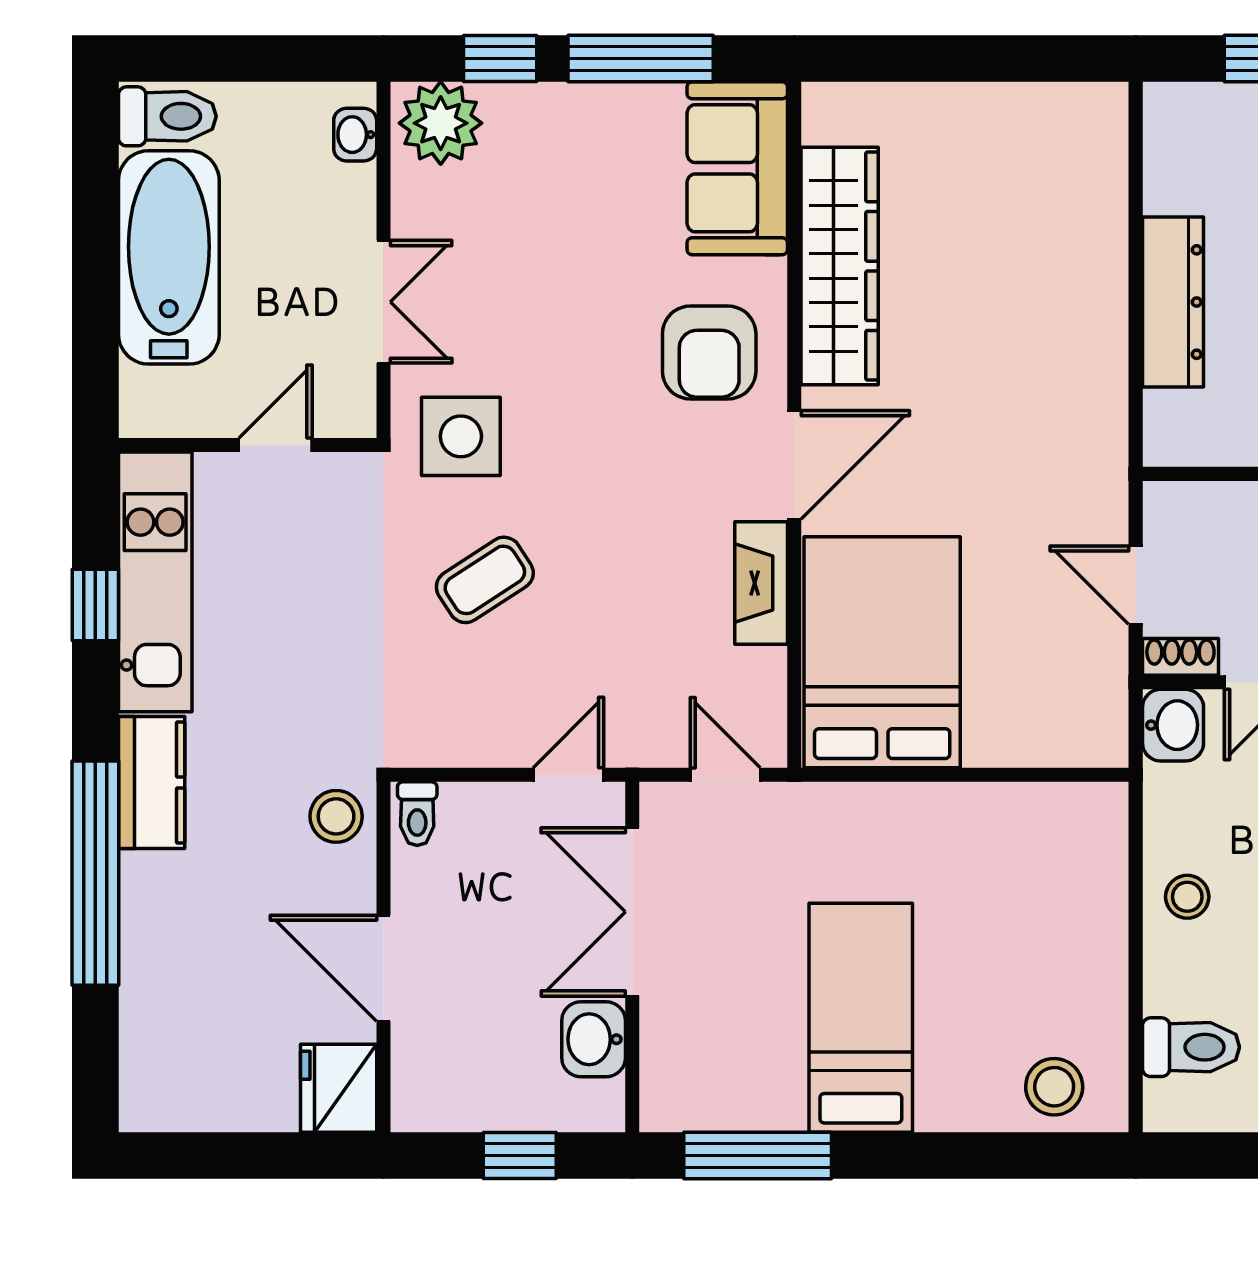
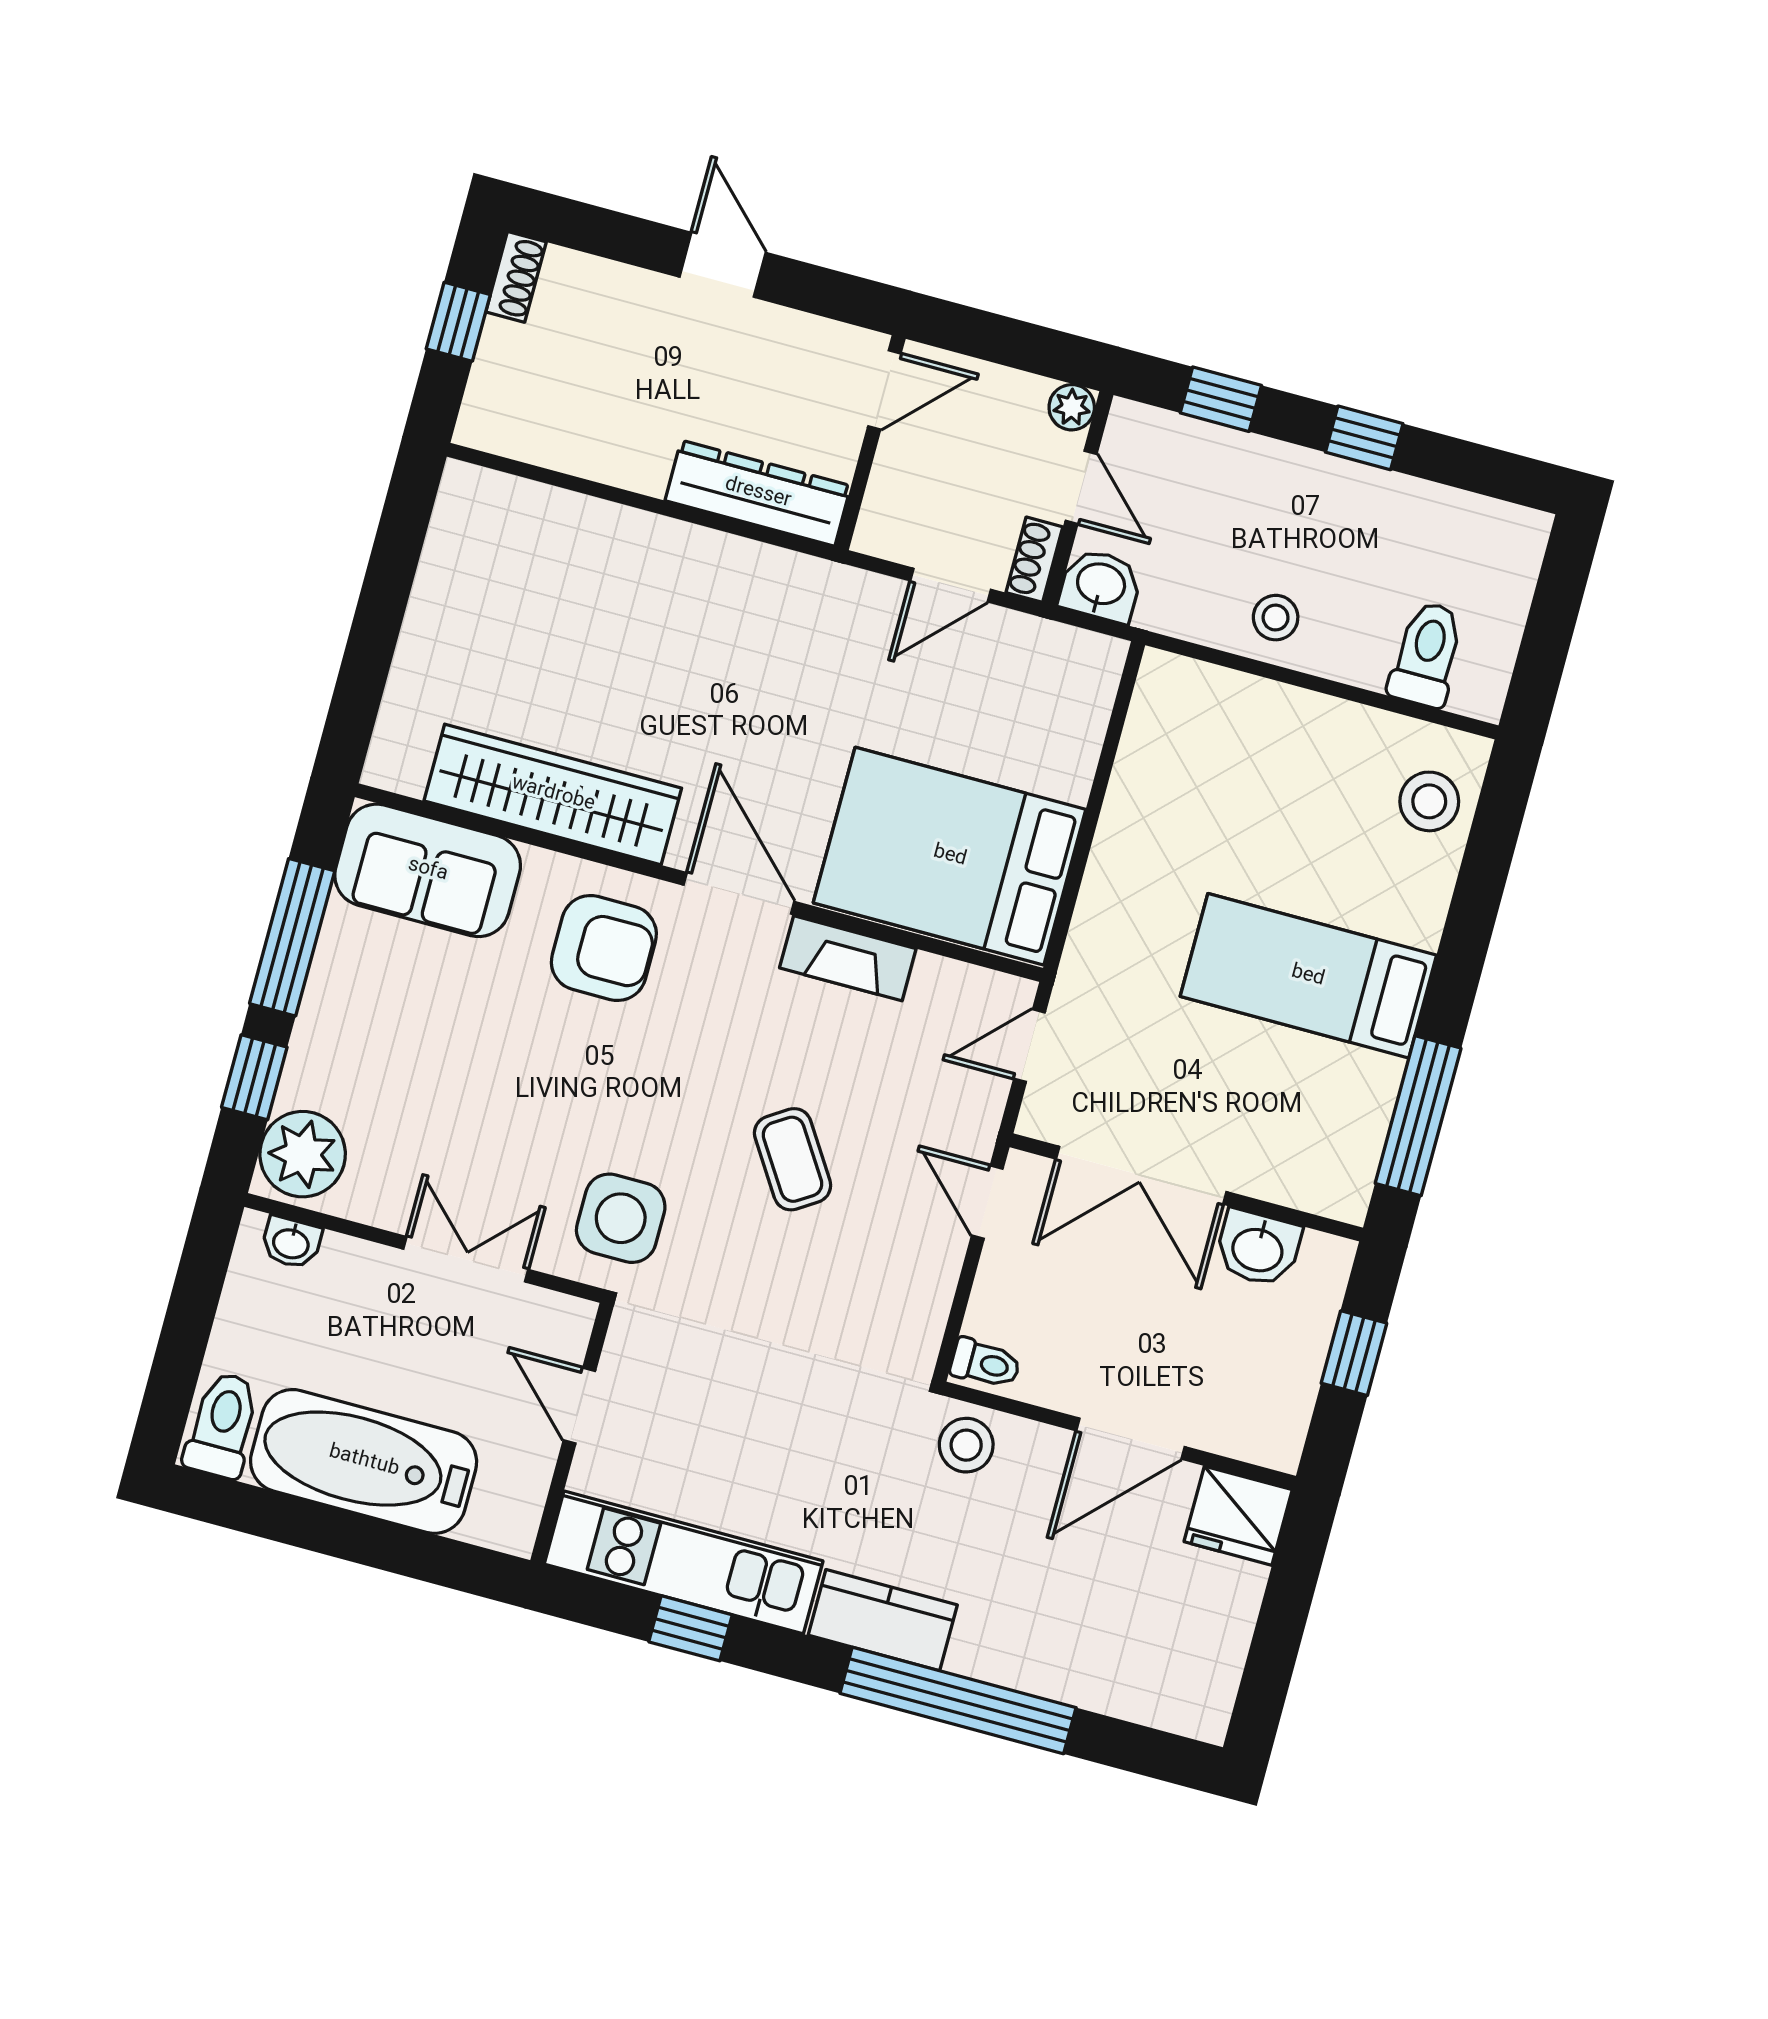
dresser: (1173, 302) -> (758, 493), moved
coffee table: (485, 580) -> (793, 1159), moved

